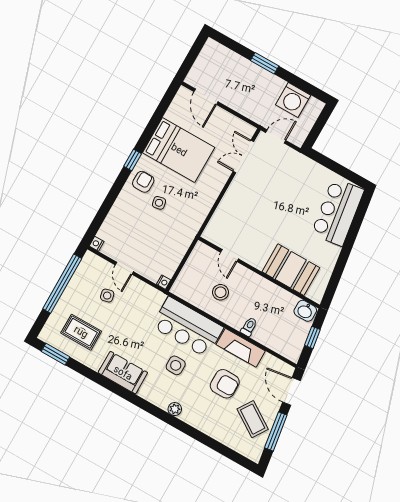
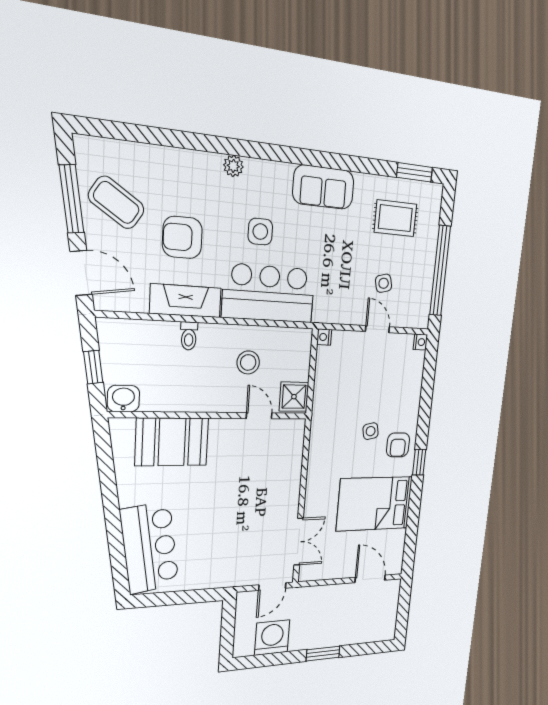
shower: (201, 255) -> (294, 397), added

